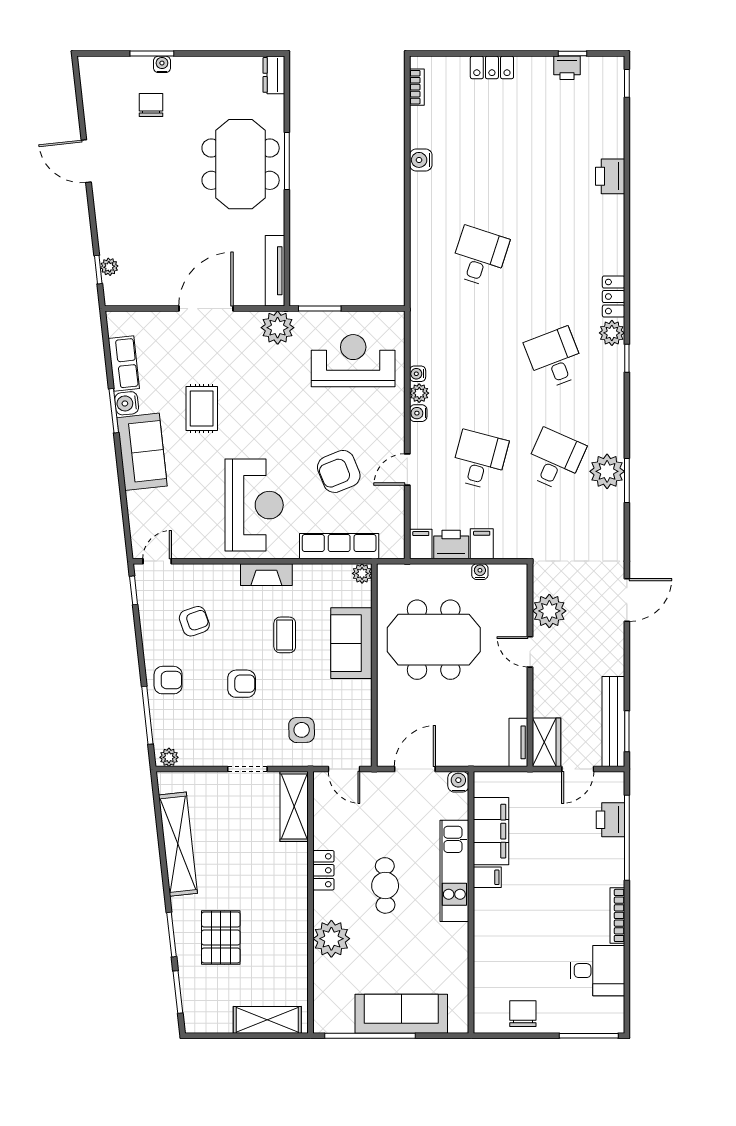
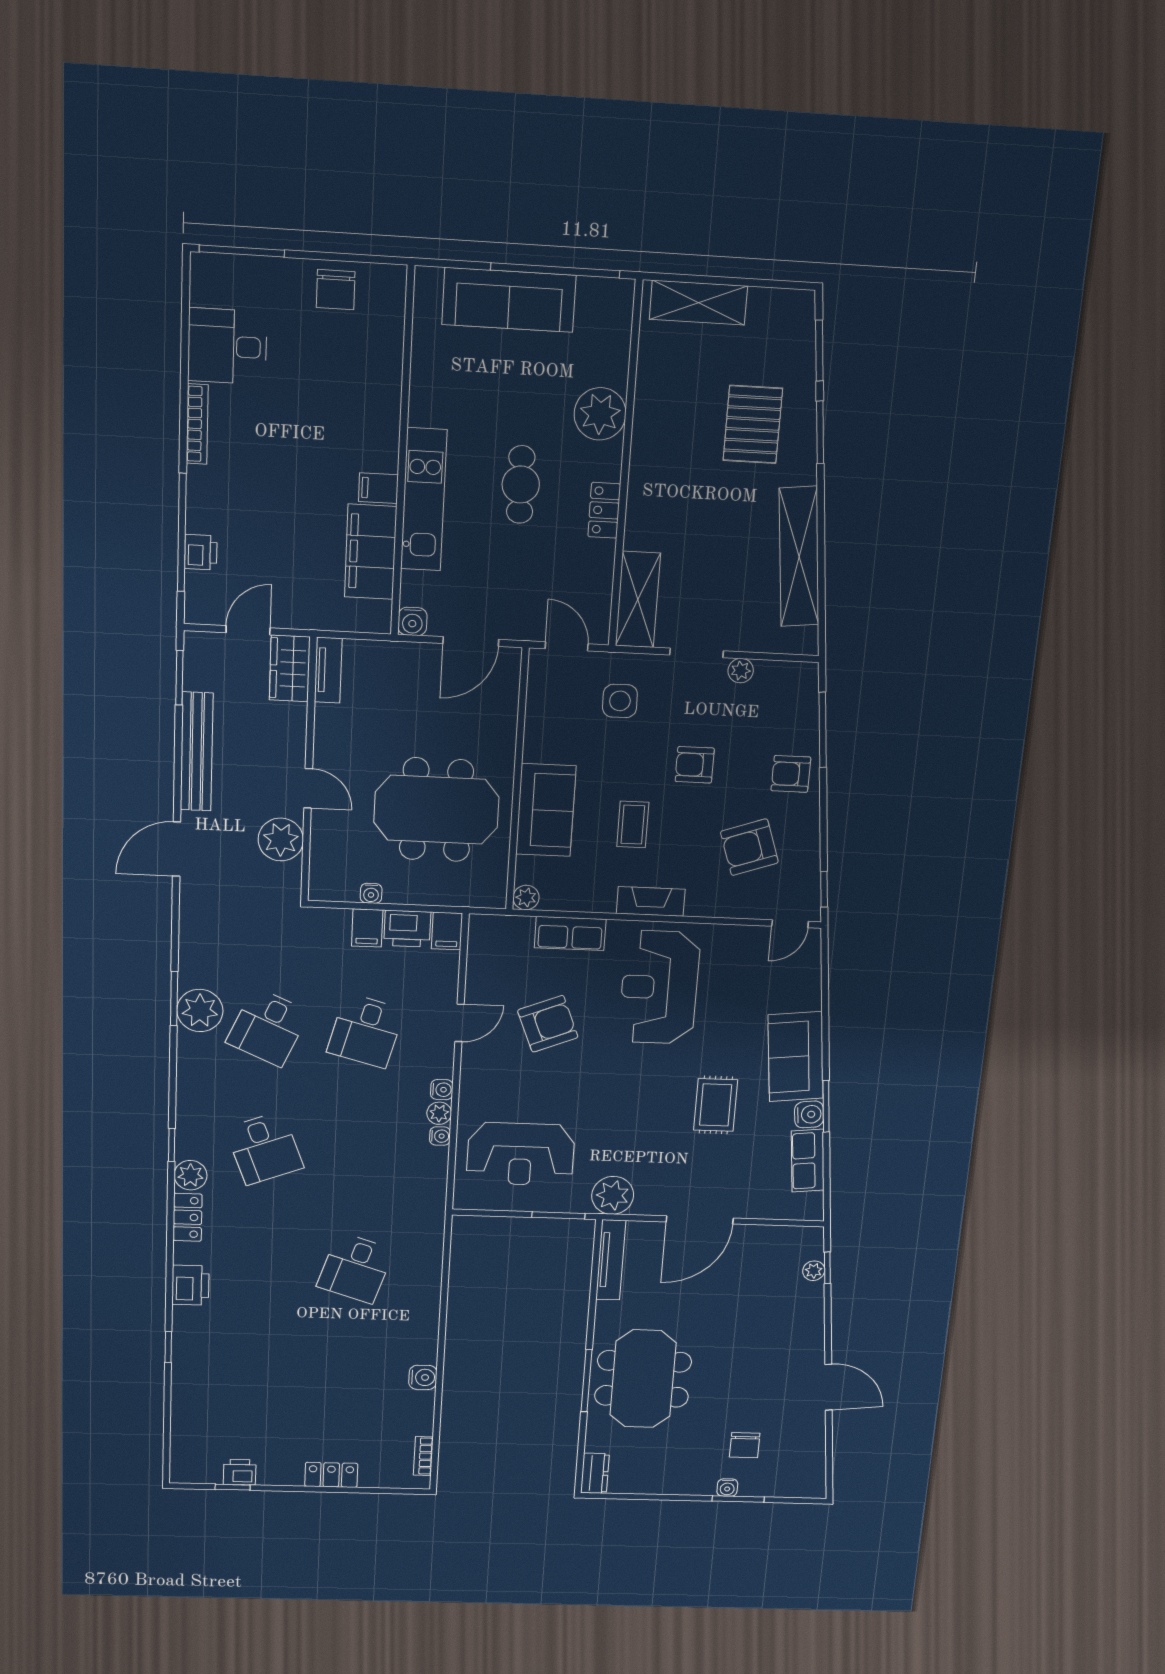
window: (627, 83) -> (168, 1347), moved
printer: (610, 176) -> (191, 1285), moved
row of seats: (339, 546) -> (570, 933), width x0.68
armchair: (194, 621) -> (749, 847), width x1.38, depth x1.38
bench: (613, 722) -> (197, 752), moved
plant: (169, 757) -> (741, 671), moved
printer: (610, 820) -> (201, 552), width x0.73, depth x0.81

